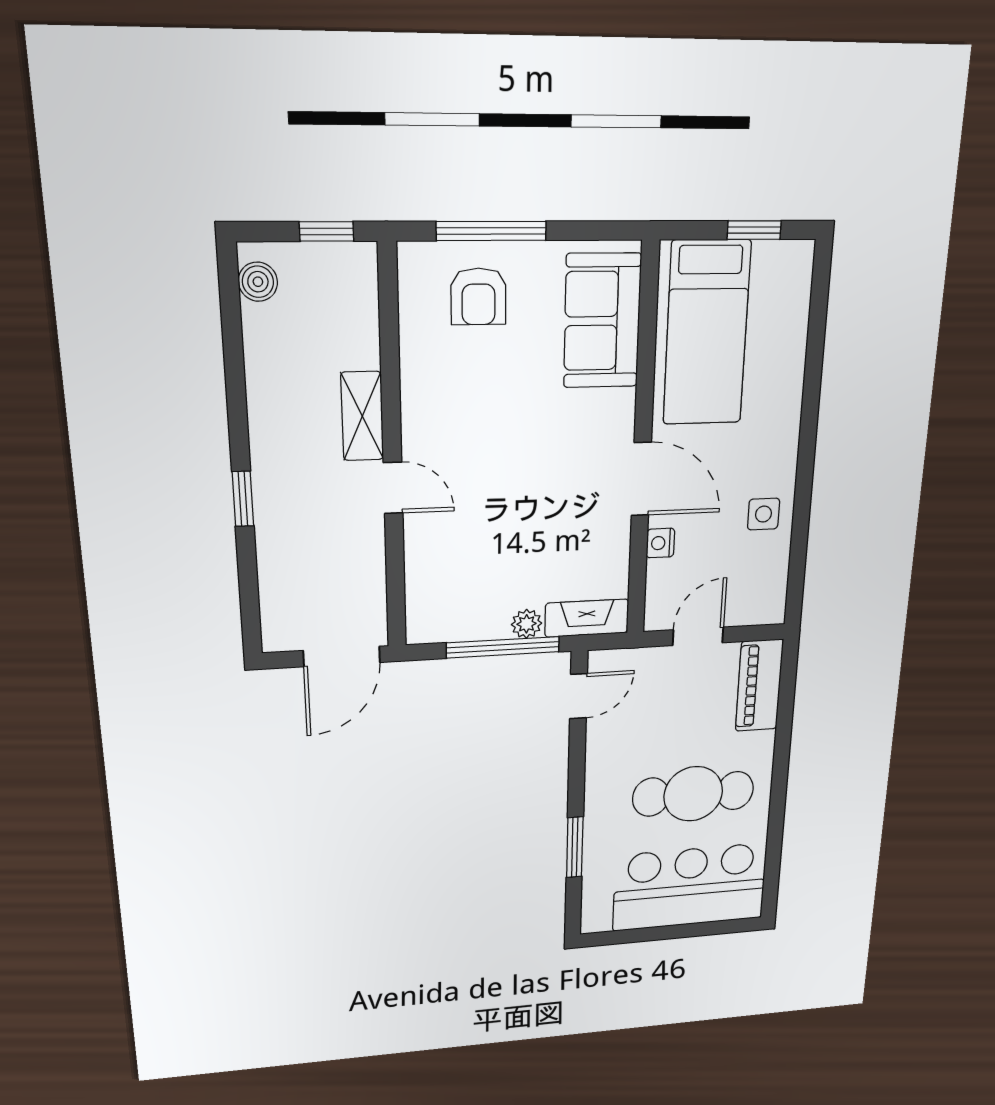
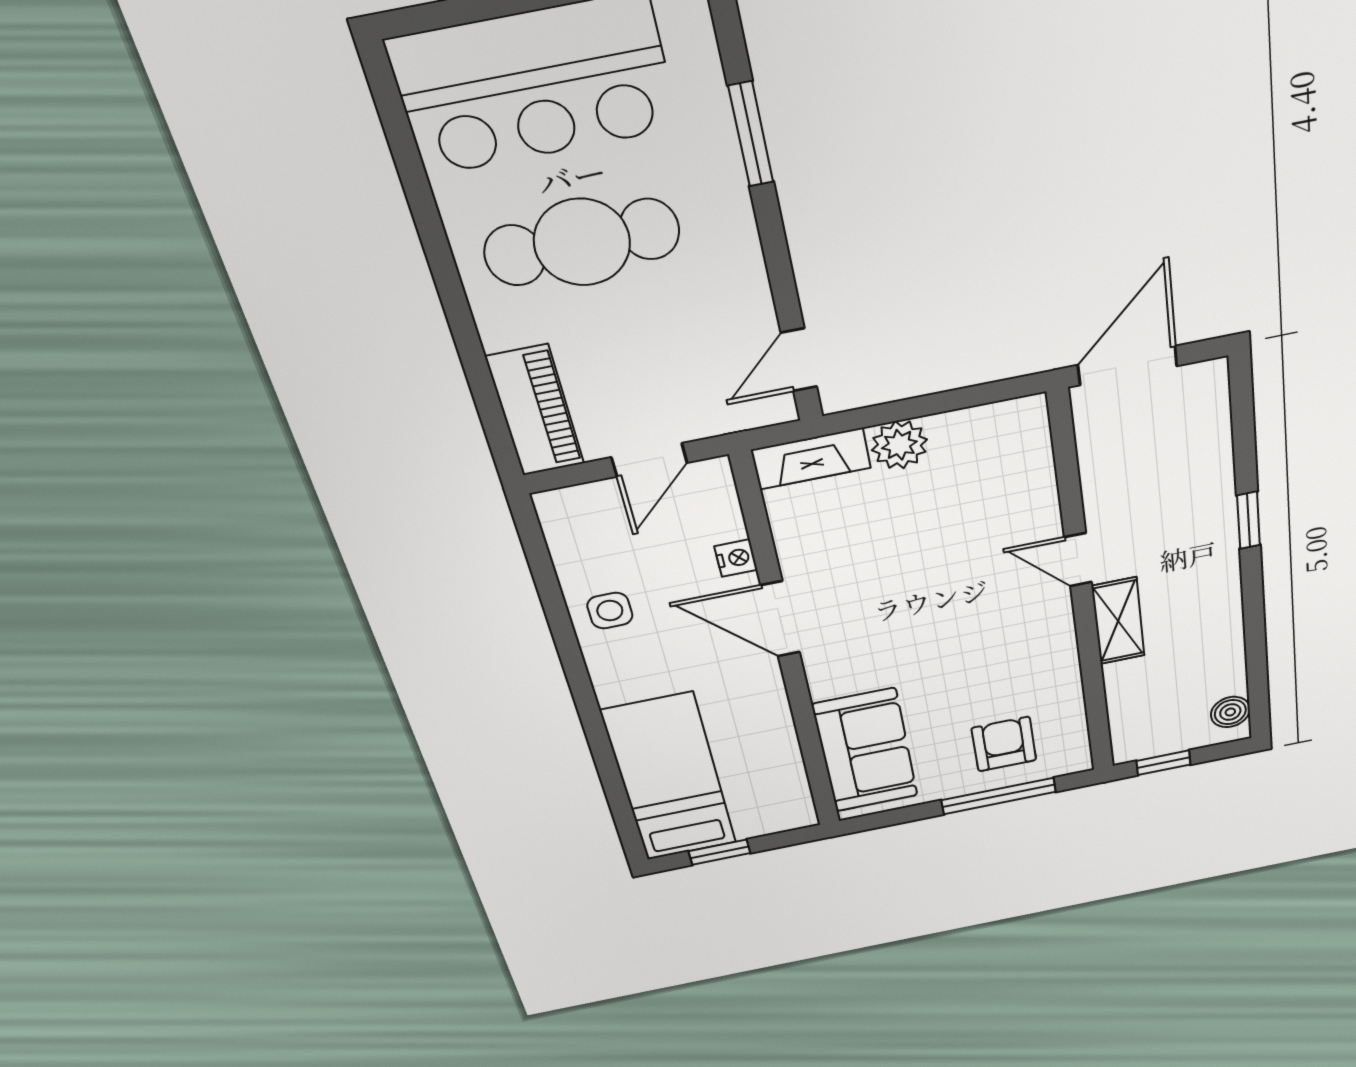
bed: (707, 333) -> (670, 778), moved
plant: (527, 624) -> (899, 445), width x1.38, depth x1.38
window: (503, 647) -> (917, 407), removed

